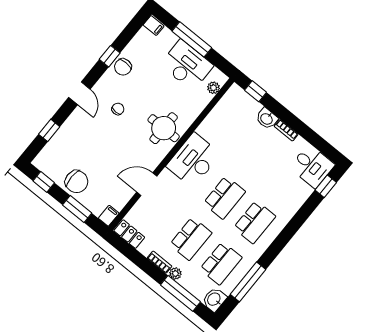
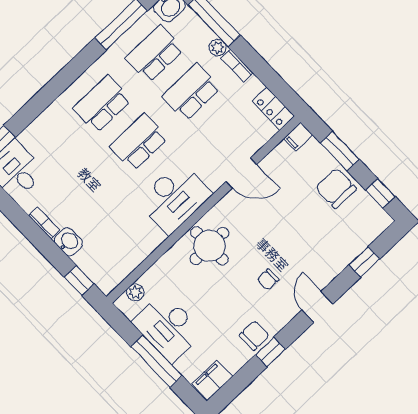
filing cabinet: (154, 26) -> (212, 380), width x2.00

